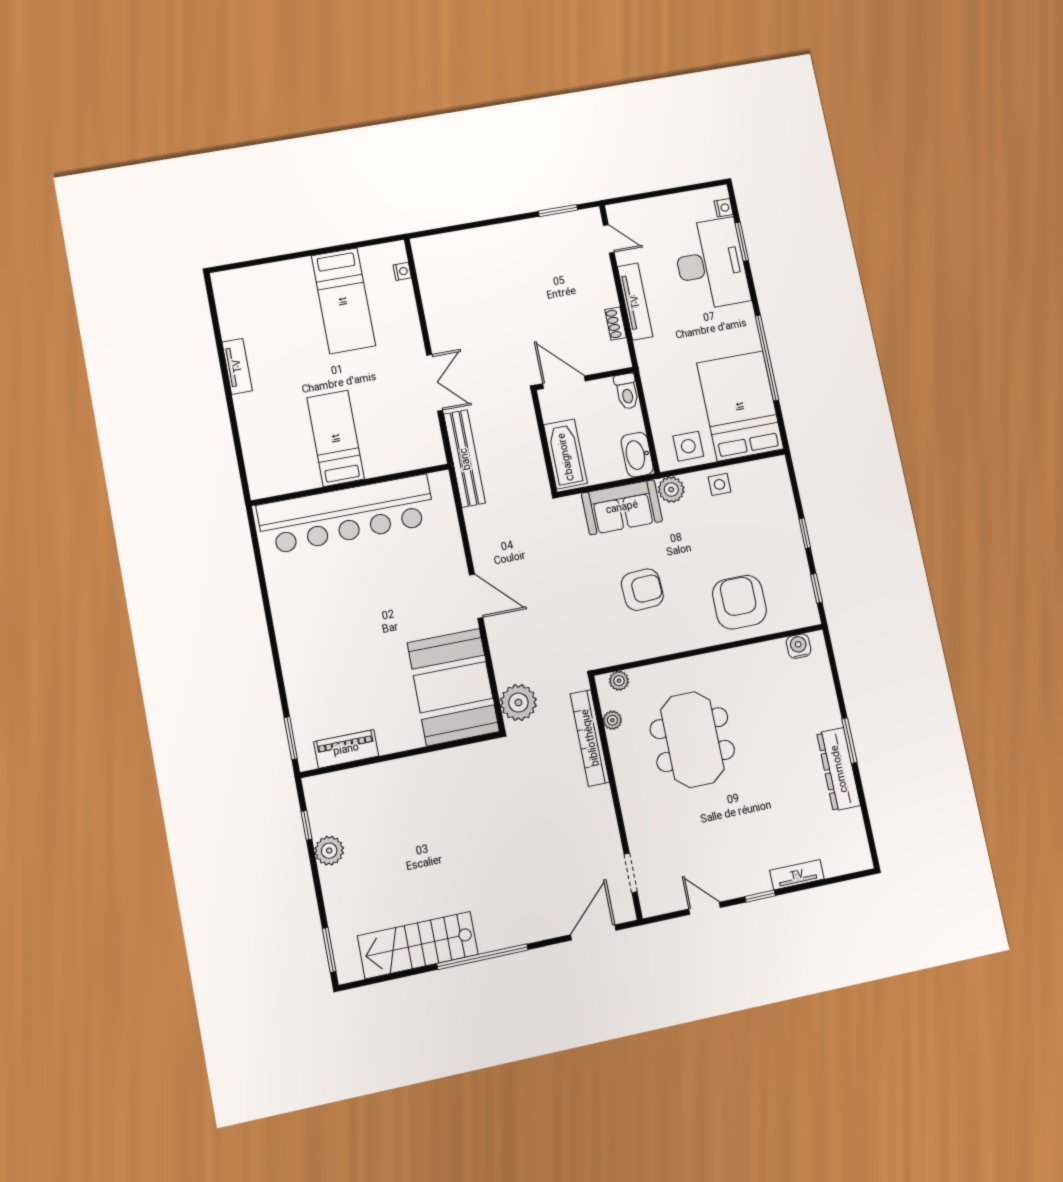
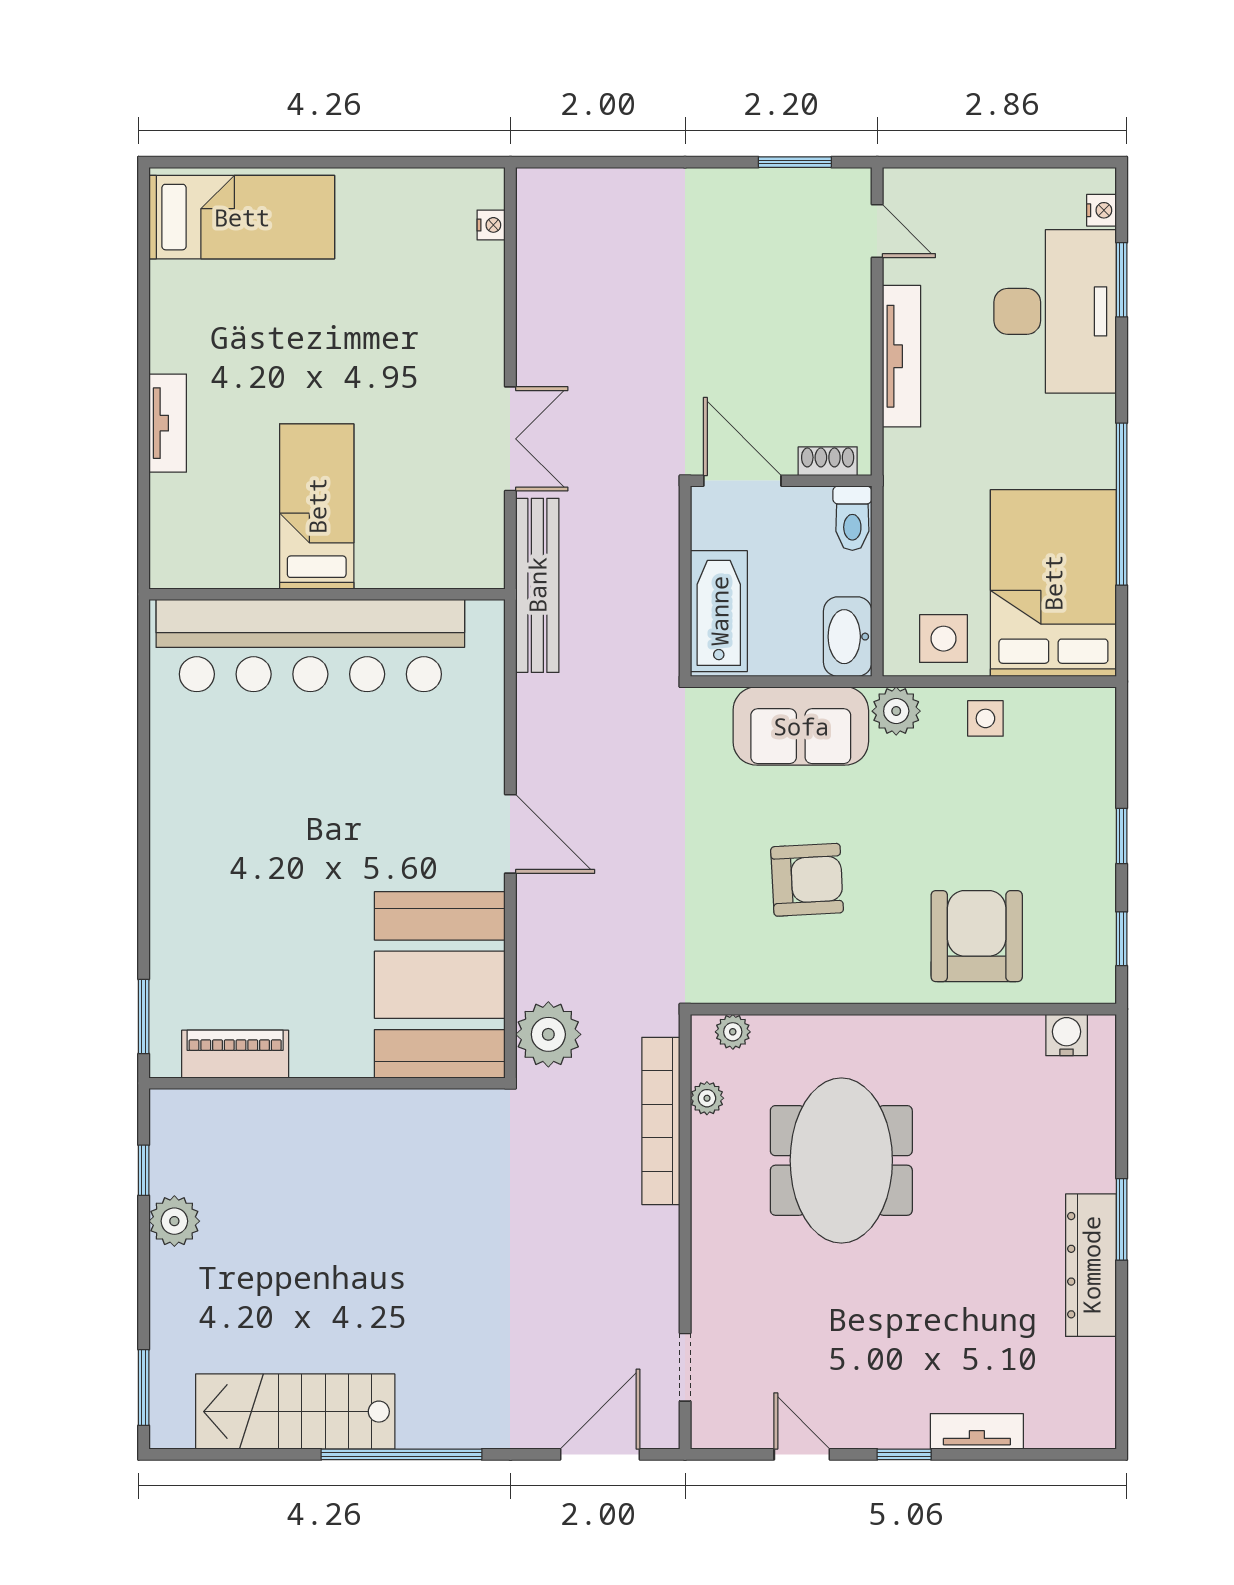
bed: (343, 301) -> (242, 217), moved, turned -90
shoe rack: (616, 324) -> (828, 461), moved, turned 90
tv unit: (237, 366) -> (168, 423), moved

